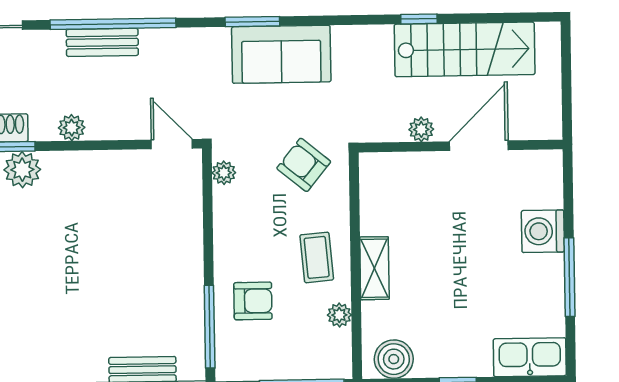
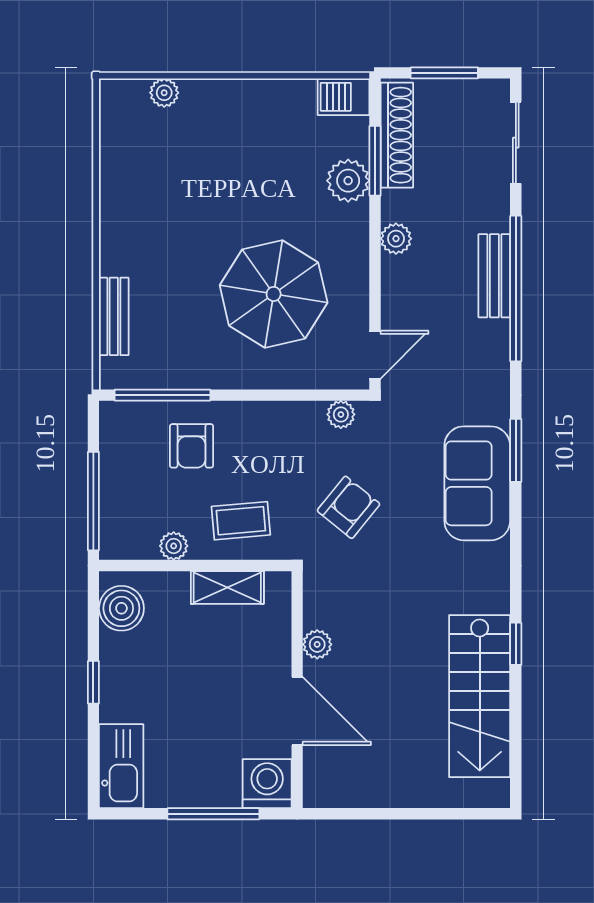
plant: (421, 129) -> (317, 644), moved
wall: (460, 146) -> (297, 690), moved
door: (479, 146) -> (297, 711), moved
parasol: (121, 232) -> (274, 294), added

